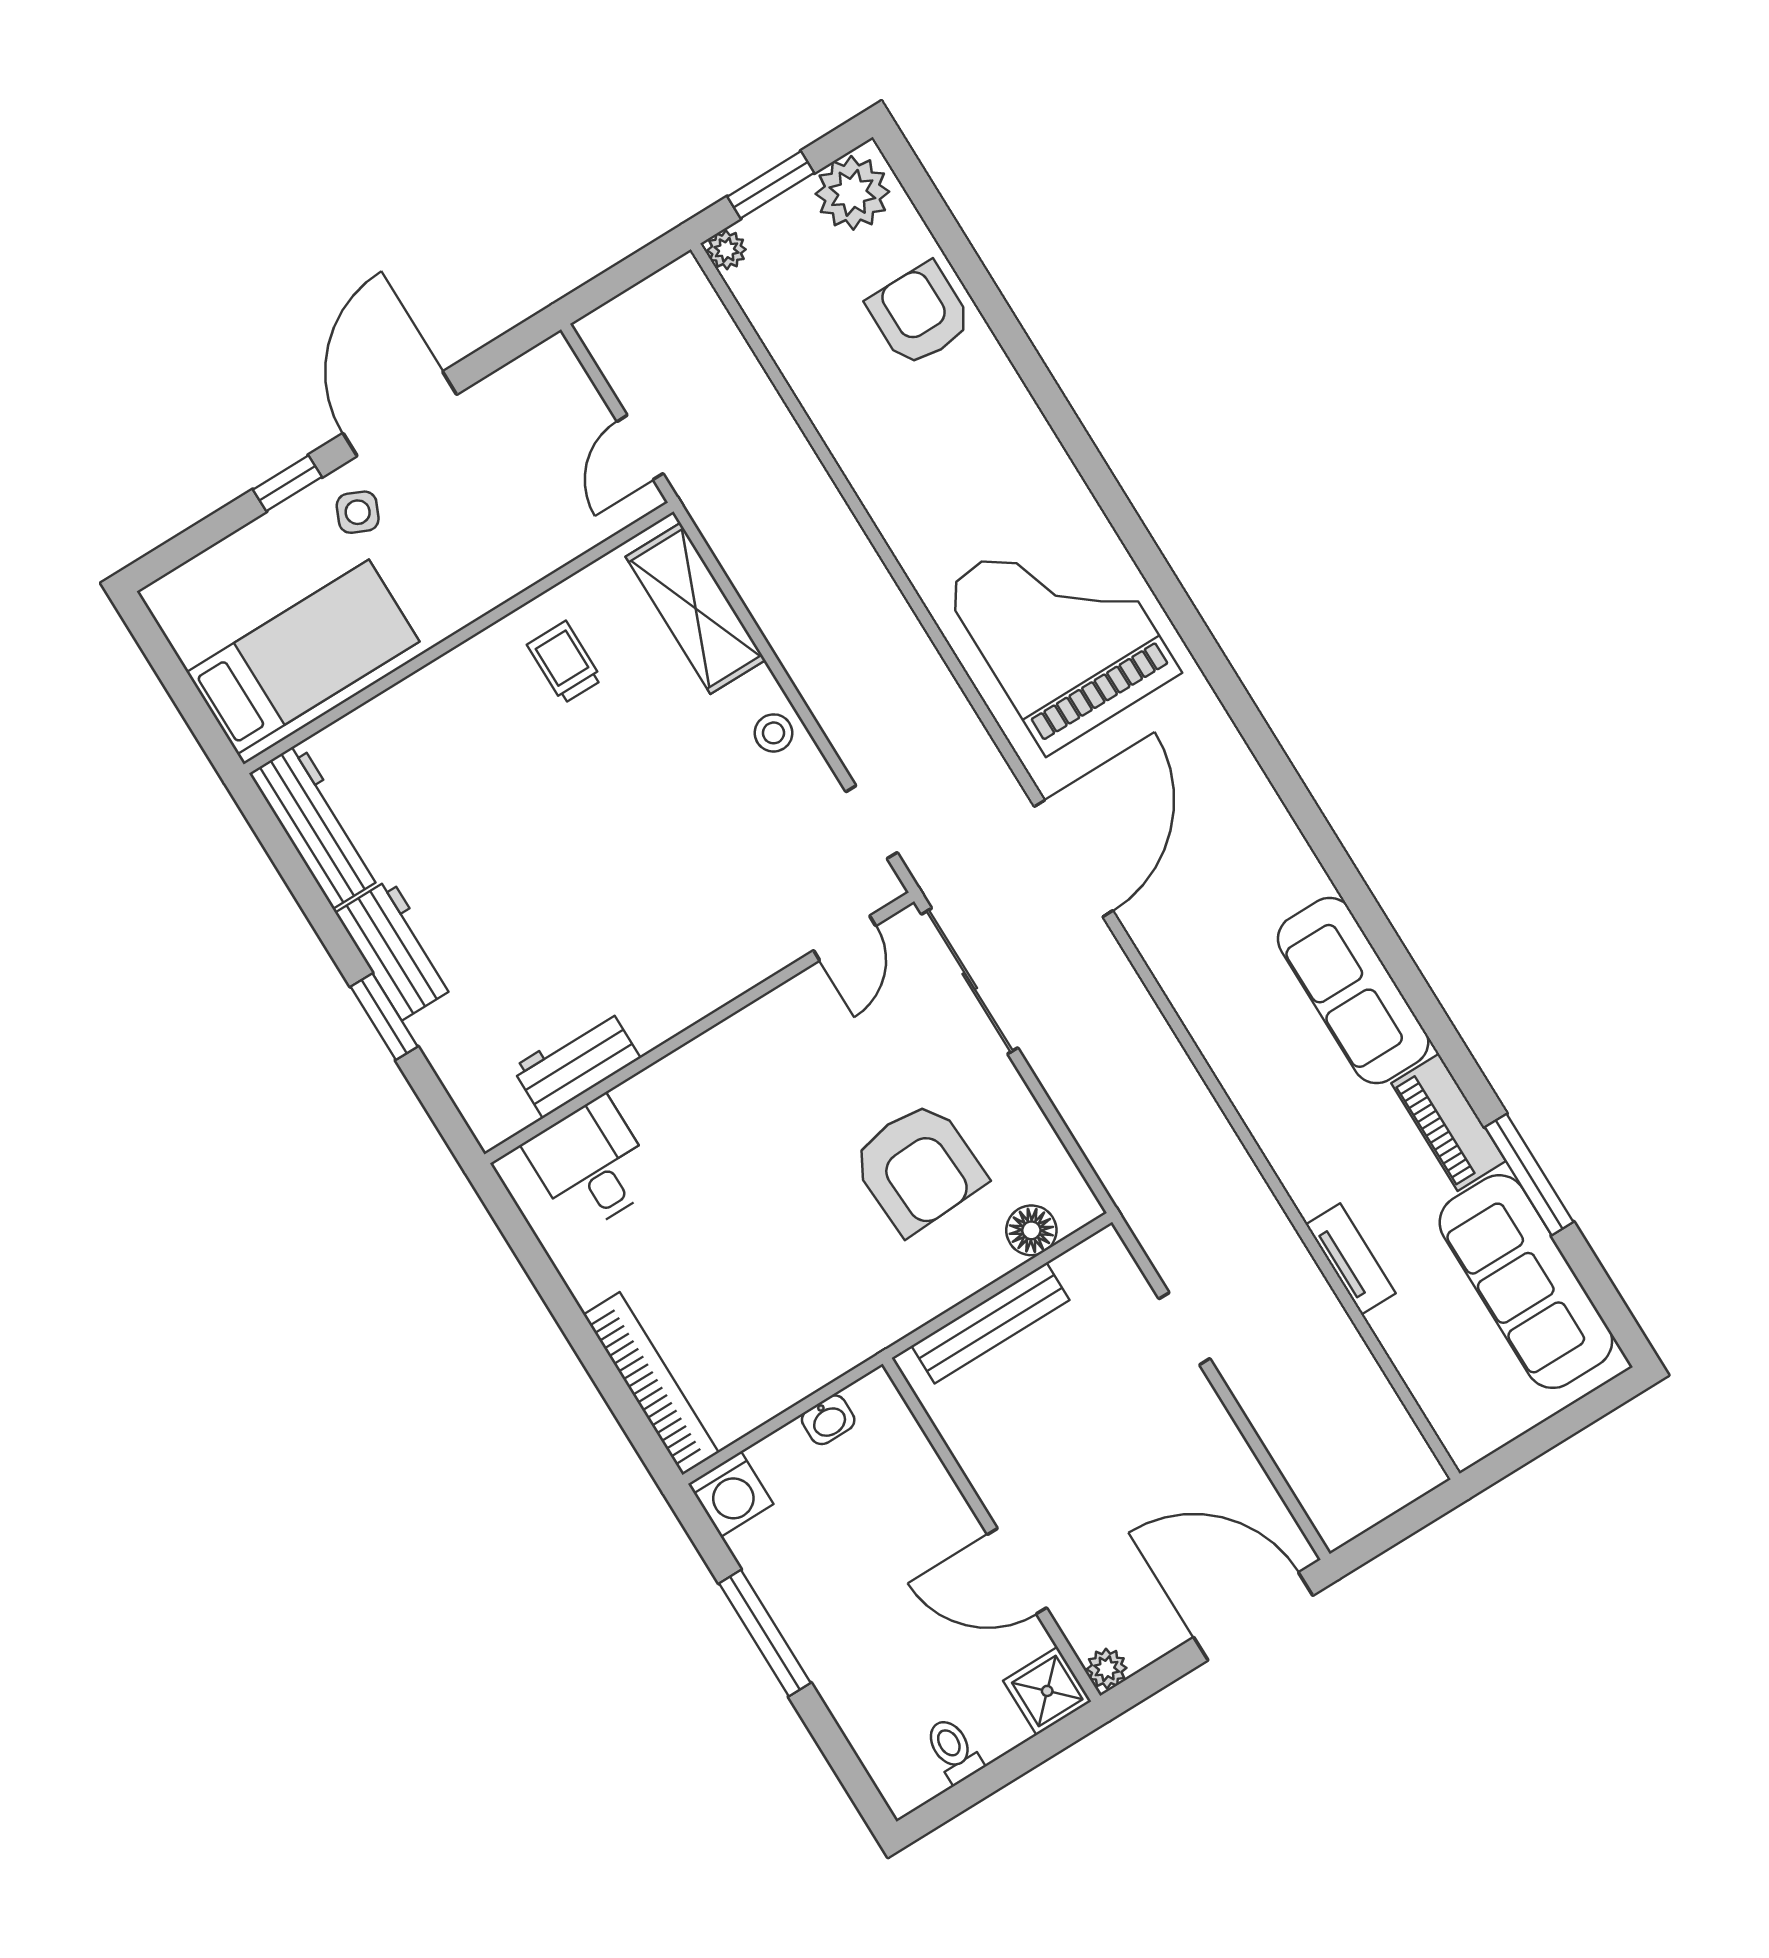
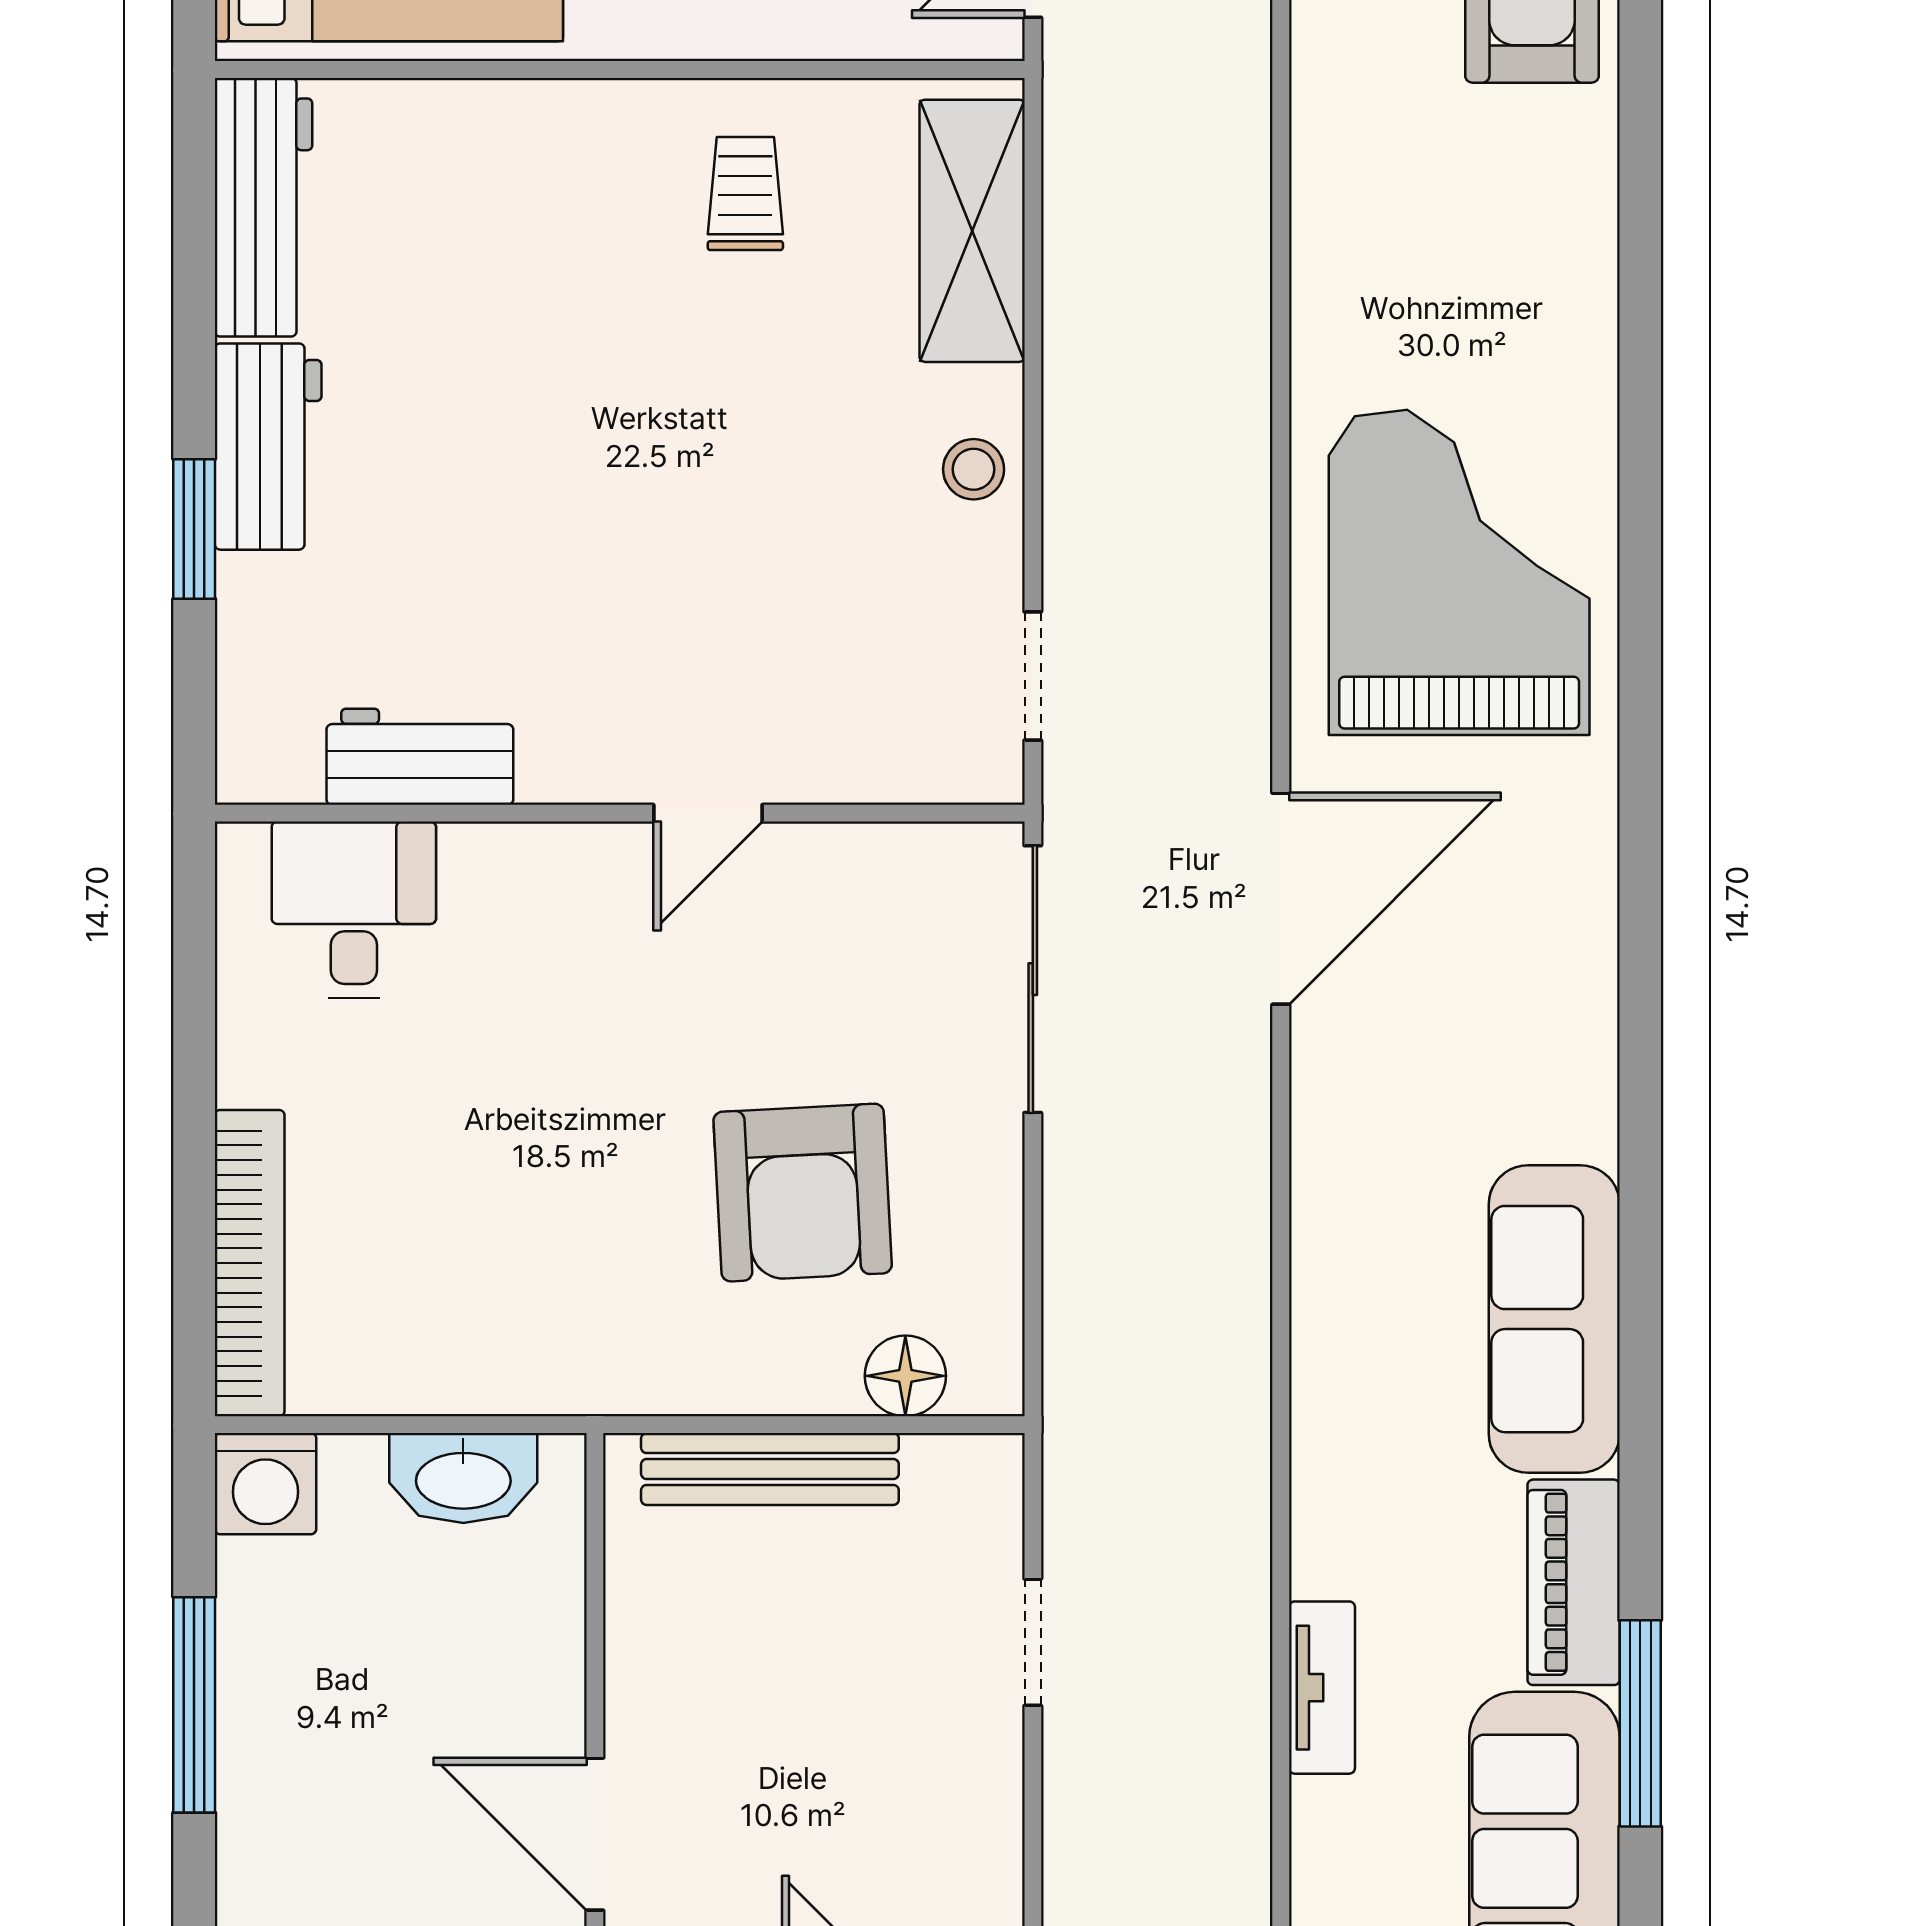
door: (845, 938) -> (708, 813), moved
washbasin: (828, 1420) -> (463, 1478), width x1.91, depth x1.45

